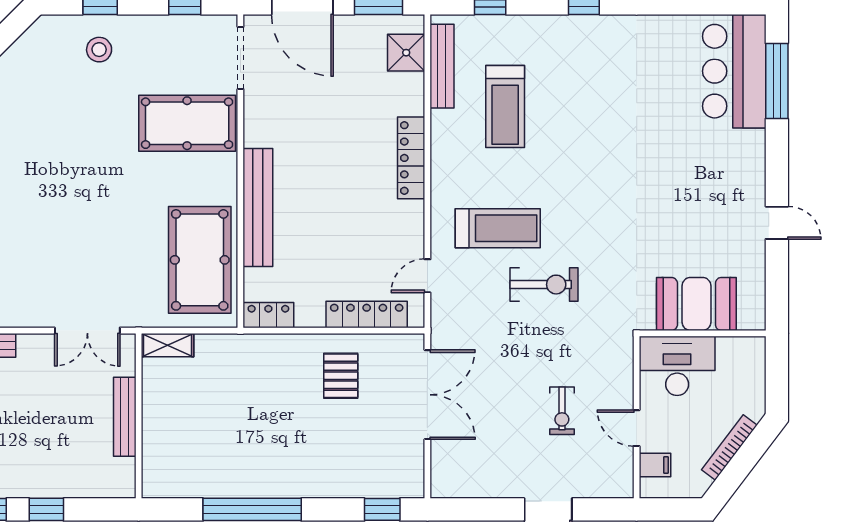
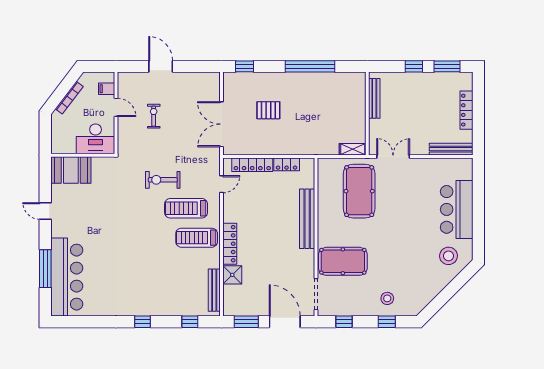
shower: (406, 53) -> (232, 275), moved
bar counter: (734, 71) -> (67, 277), width x1.36
window: (777, 81) -> (45, 269), moved
treadmill: (505, 107) -> (197, 238), moved, turned -90
pool table: (200, 260) -> (359, 191), moved
booth: (696, 304) -> (71, 170), moved
locker: (268, 315) -> (287, 164), moved
pallet: (341, 376) -> (268, 110), moved, turned 90
bench: (125, 417) -> (374, 98), moved

